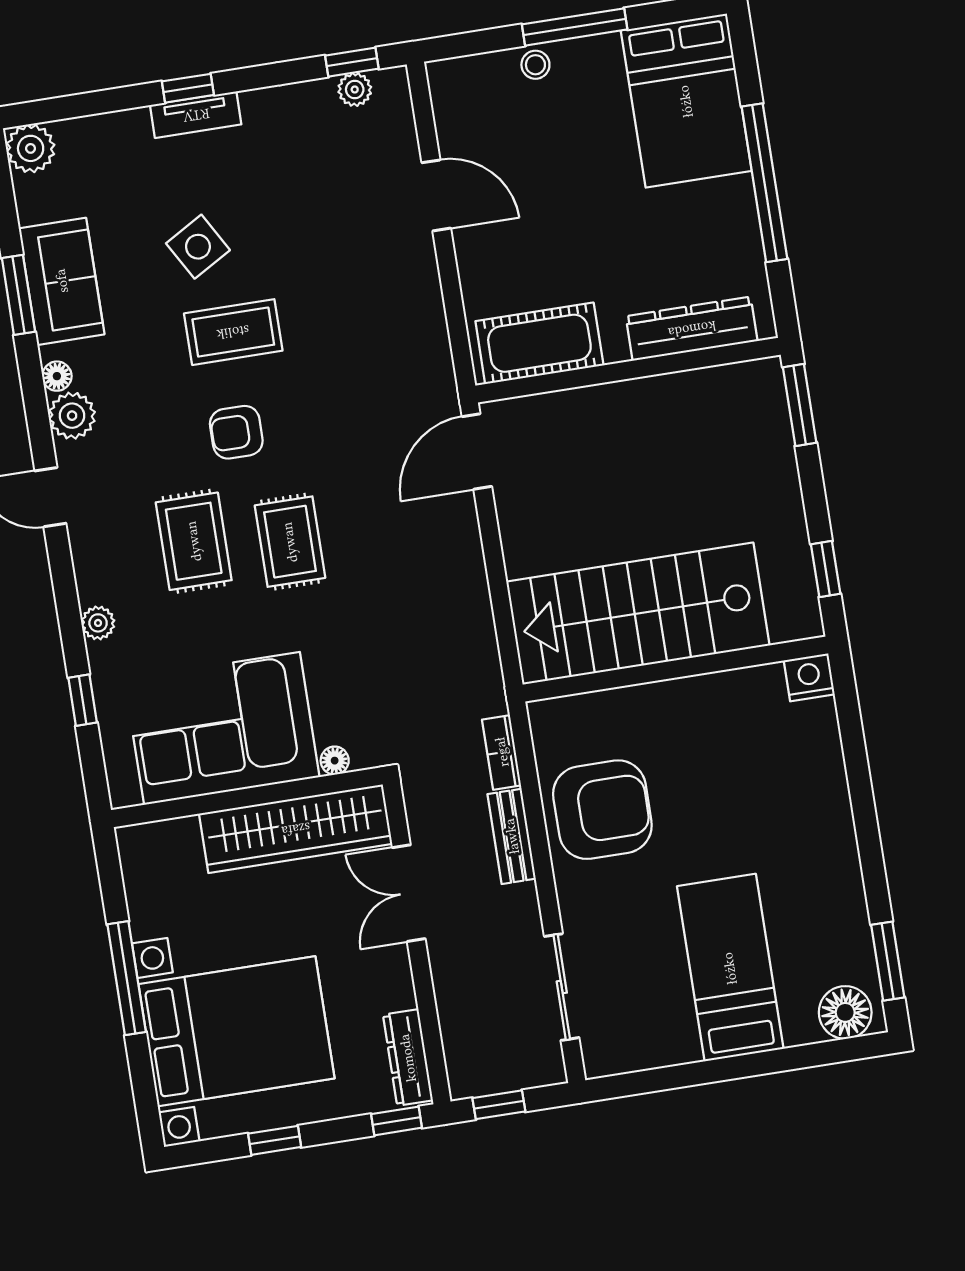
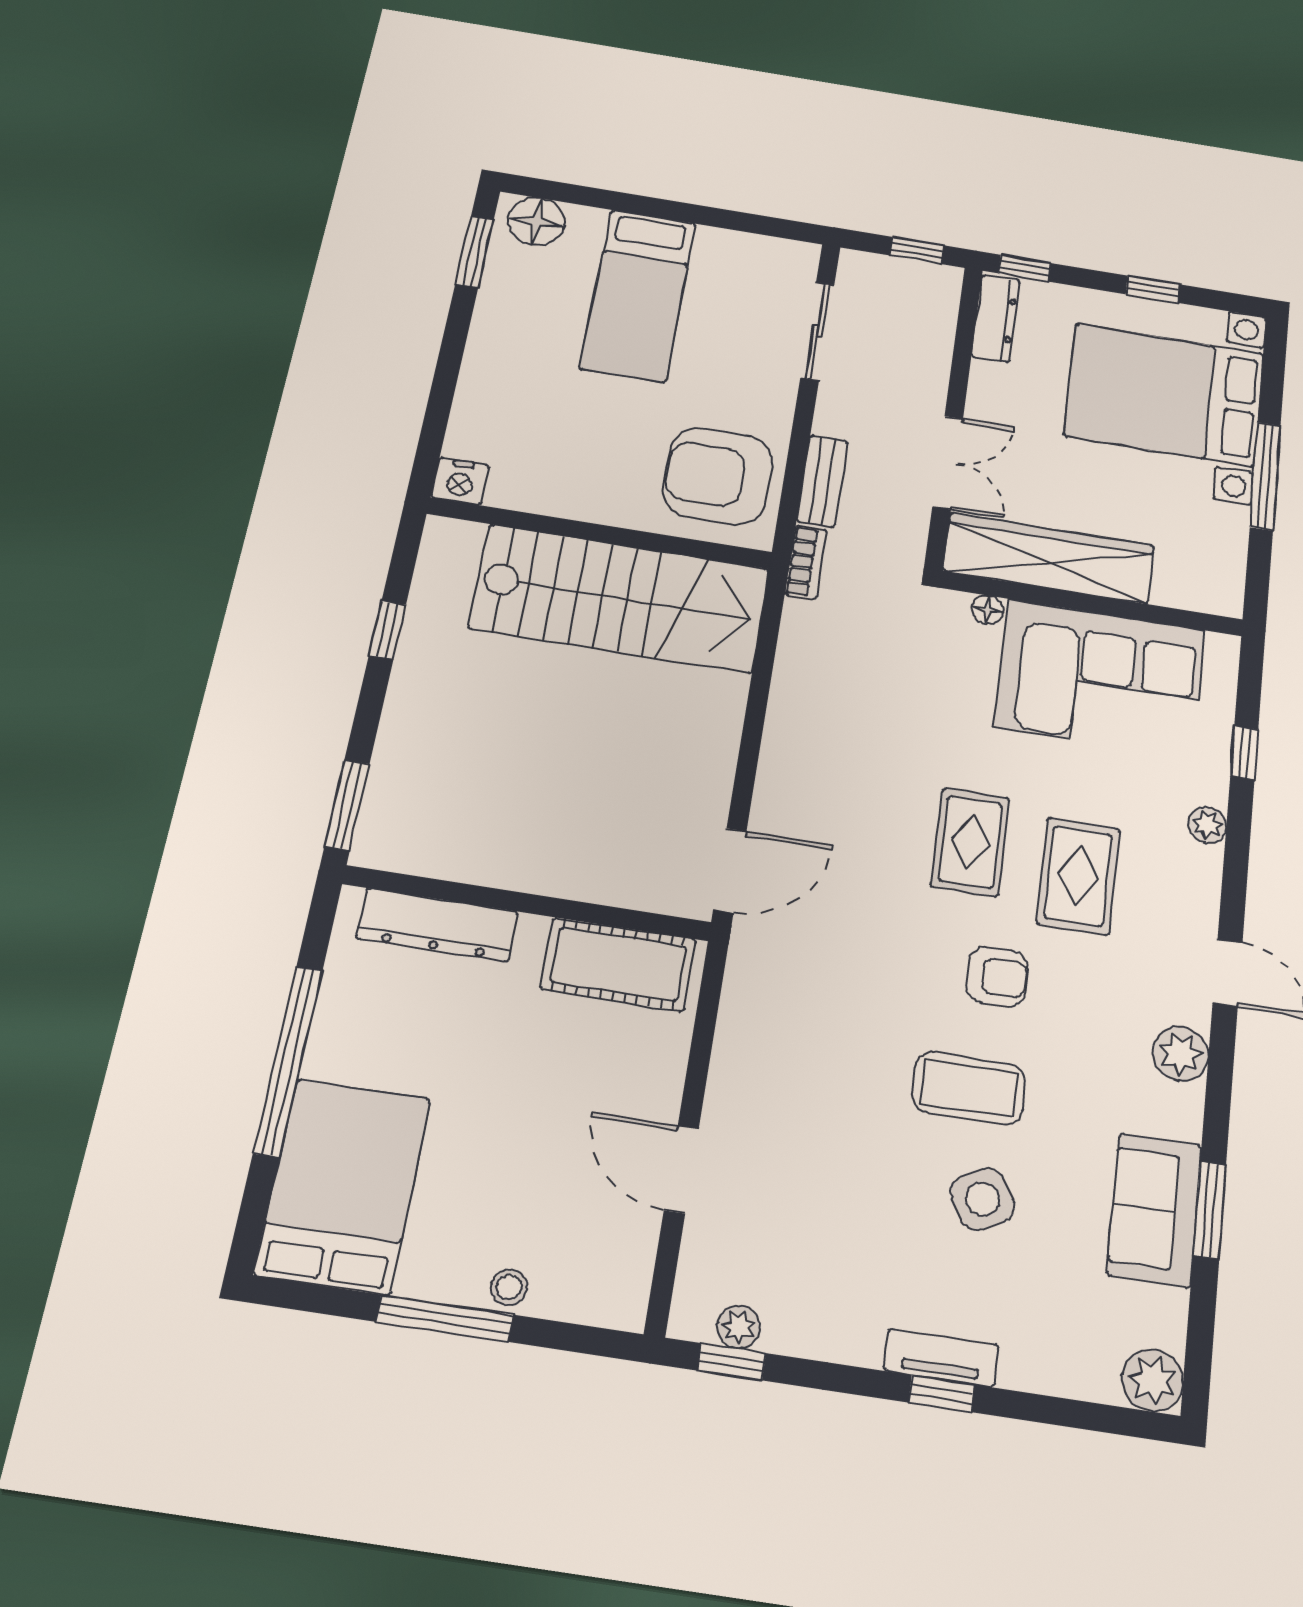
floor lamp: (57, 376) -> (1187, 1103), removed
stairs: (638, 614) -> (620, 598), moved
wall: (675, 669) -> (600, 533), moved
nightstand: (809, 677) -> (460, 481), moved

